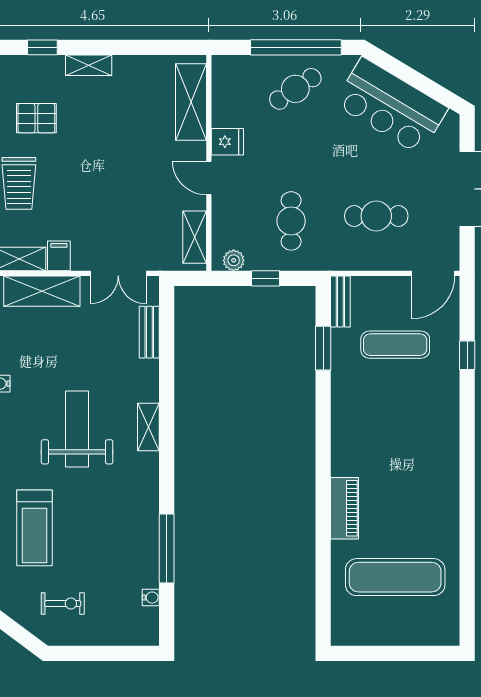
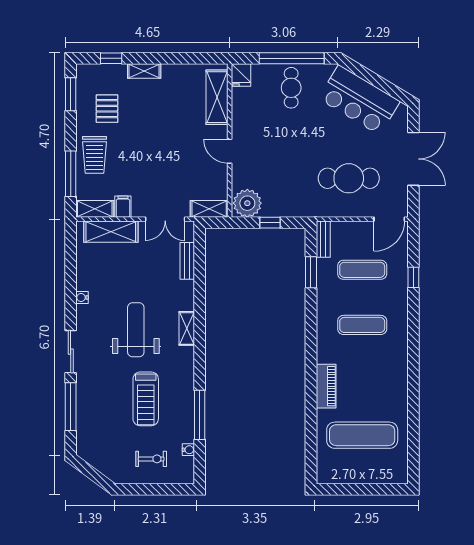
cafe table: (295, 89) -> (291, 88), turned -56
pallet: (36, 118) -> (107, 109), turned 90
fridge: (227, 142) -> (241, 75), moved, turned 90
cafe table: (376, 216) -> (349, 178), width x1.37, depth x1.35
cafe table: (291, 221) -> (288, 182), removed
shelving: (195, 237) -> (209, 209), moved, turned 90
plant: (234, 260) -> (247, 203), width x1.88, depth x1.88
exercise mat: (395, 422) -> (362, 325), added
treadmill: (35, 528) -> (146, 399), moved
exercise bike: (63, 603) -> (151, 459), moved

